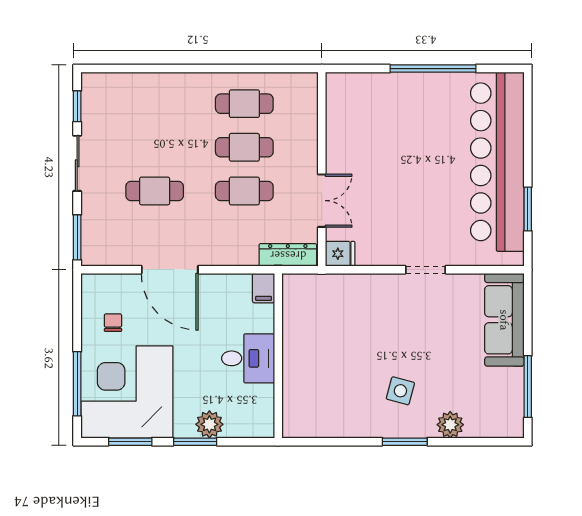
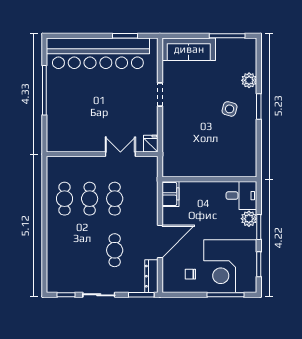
dresser: (288, 255) -> (151, 276), moved
filing cabinet: (264, 288) -> (170, 194), width x2.00
desk: (248, 358) -> (241, 196), moved, turned 90

